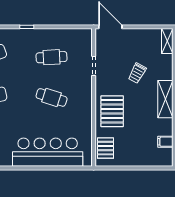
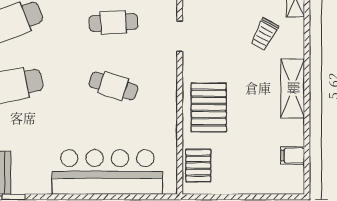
trolley: (137, 73) -> (264, 34), moved

